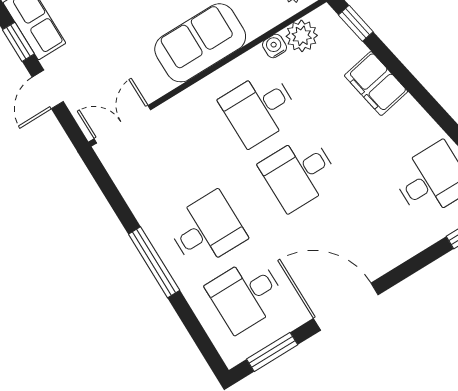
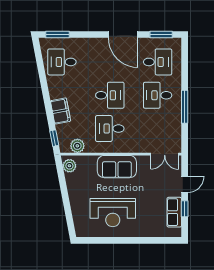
water cooler: (274, 46) -> (90, 148), removed
desk: (259, 108) -> (110, 129), turned 180
window: (154, 262) -> (185, 107), moved

